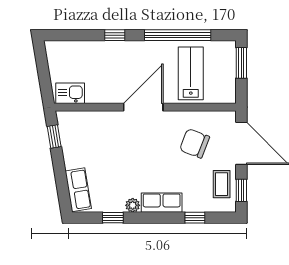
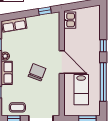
lab bench: (191, 73) -> (81, 90), turned 90
chair: (195, 143) -> (37, 72), moved

